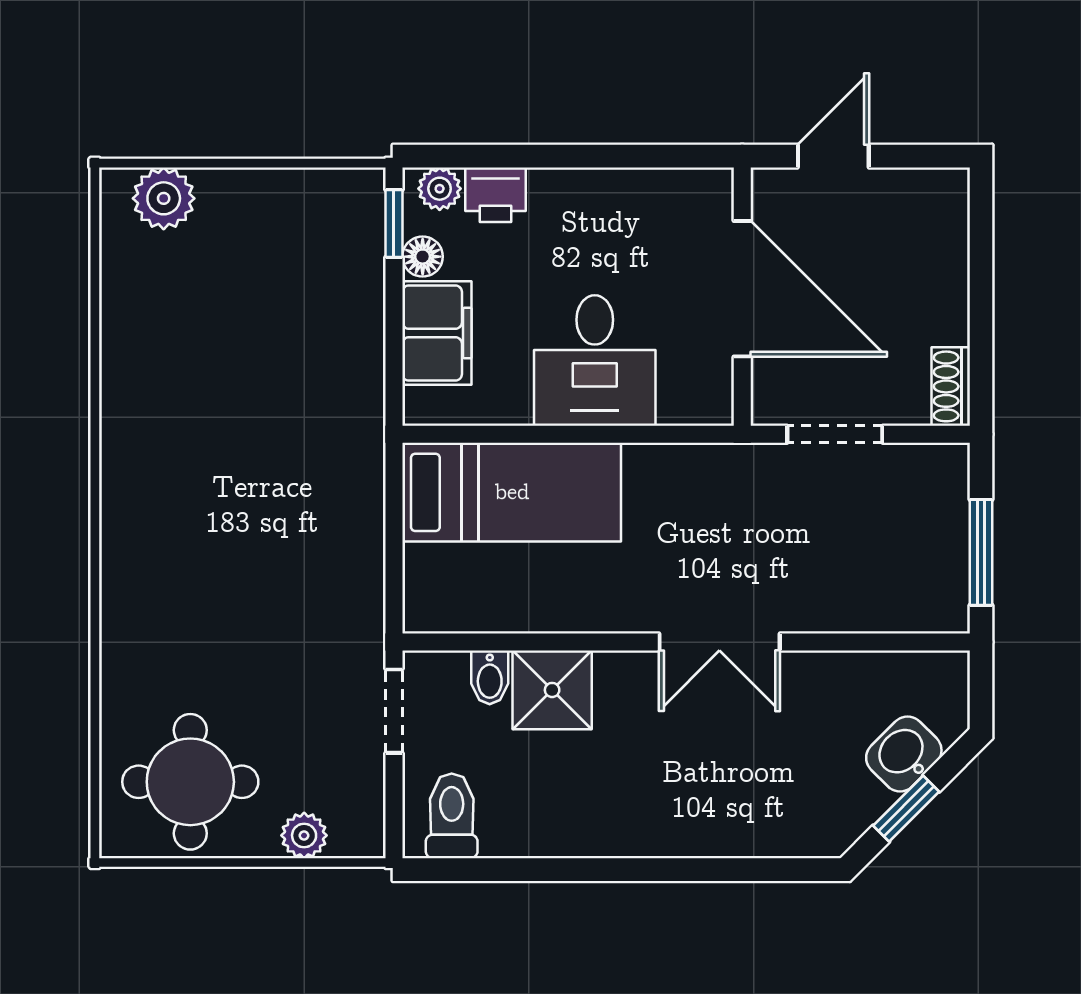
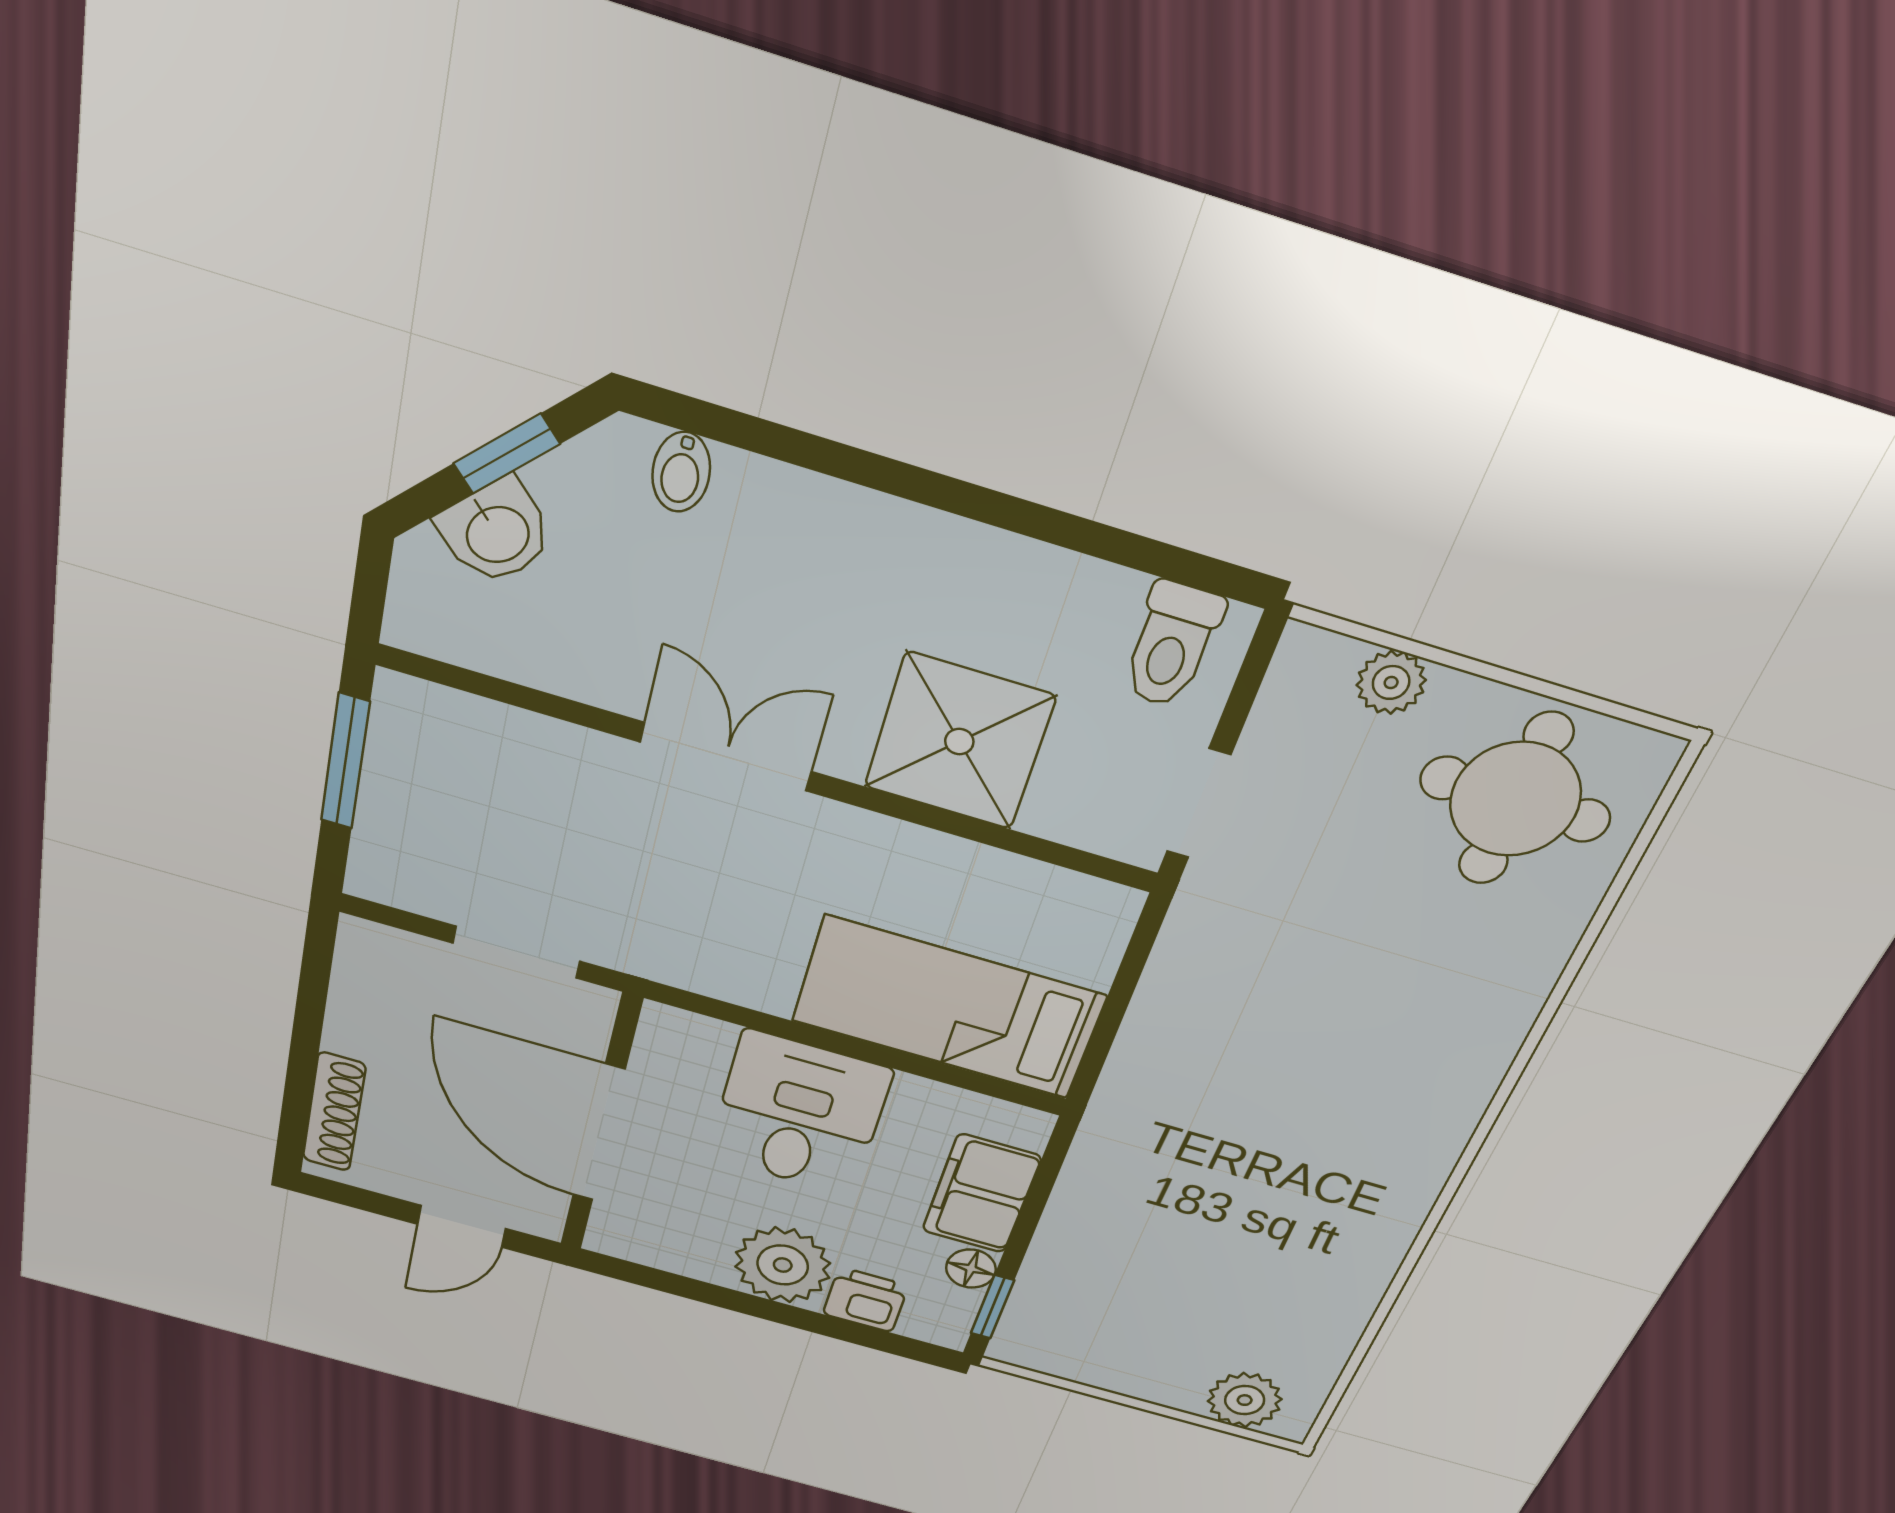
plant: (440, 189) -> (783, 1265), moved, width x1.88, depth x1.88
shoe rack: (951, 386) -> (334, 1112), moved, width x1.43
bidet: (490, 677) -> (681, 472), moved, turned 180
shower: (552, 690) -> (959, 742), width x1.36, depth x1.36

